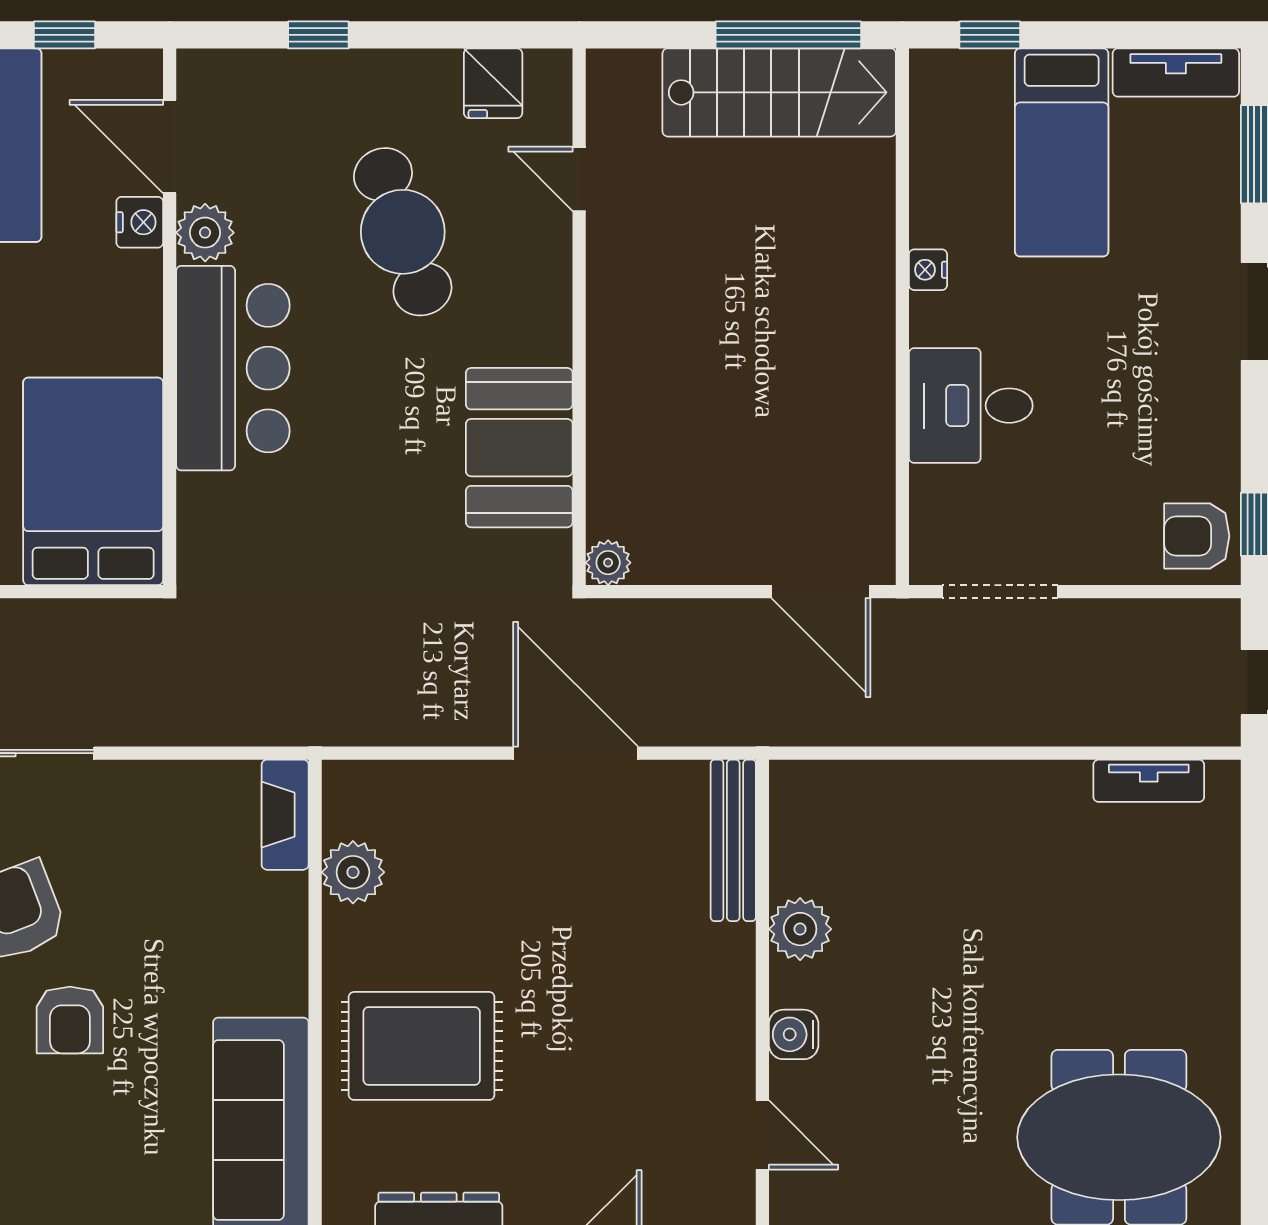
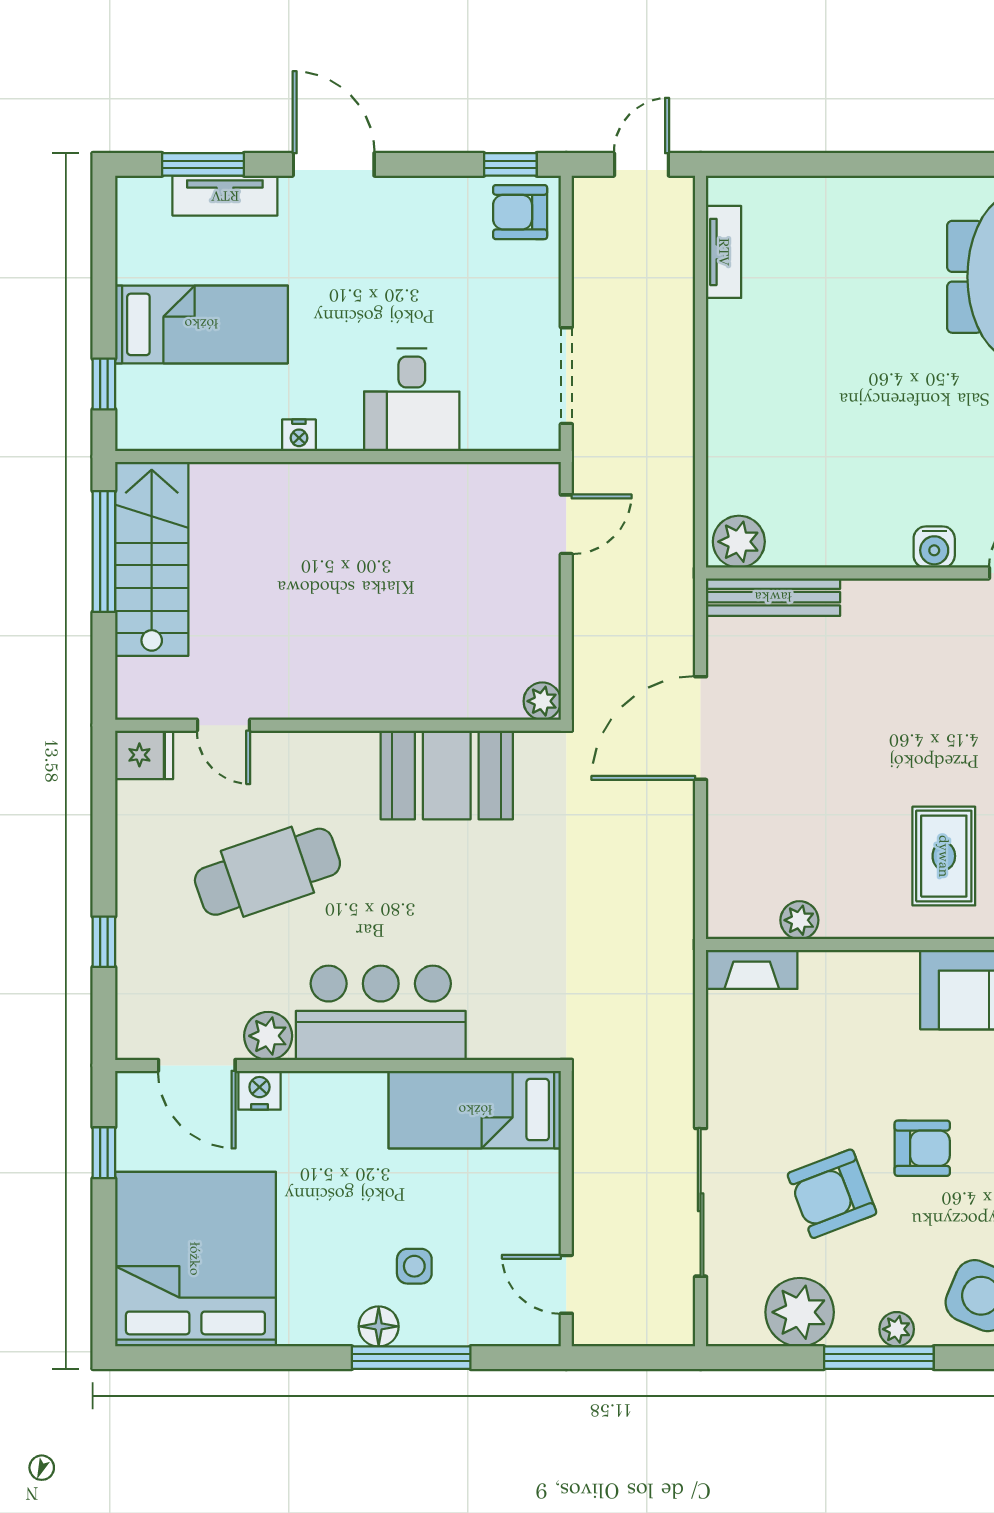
tv unit: (1176, 73) -> (225, 196), moved, turned 90
fridge: (493, 83) -> (144, 755), moved
door: (170, 147) -> (197, 1065), hinge flipped
door: (579, 179) -> (223, 725), hinge flipped
bed: (93, 481) -> (475, 1110), width x0.67
armchair: (1197, 536) -> (520, 212), turned 90
door: (821, 592) -> (566, 524), width x0.73
plant: (353, 872) -> (799, 920), width x0.73, depth x0.73
plant: (800, 929) -> (739, 542), moved
rug: (422, 1046) -> (944, 856), width x0.73, depth x0.70

